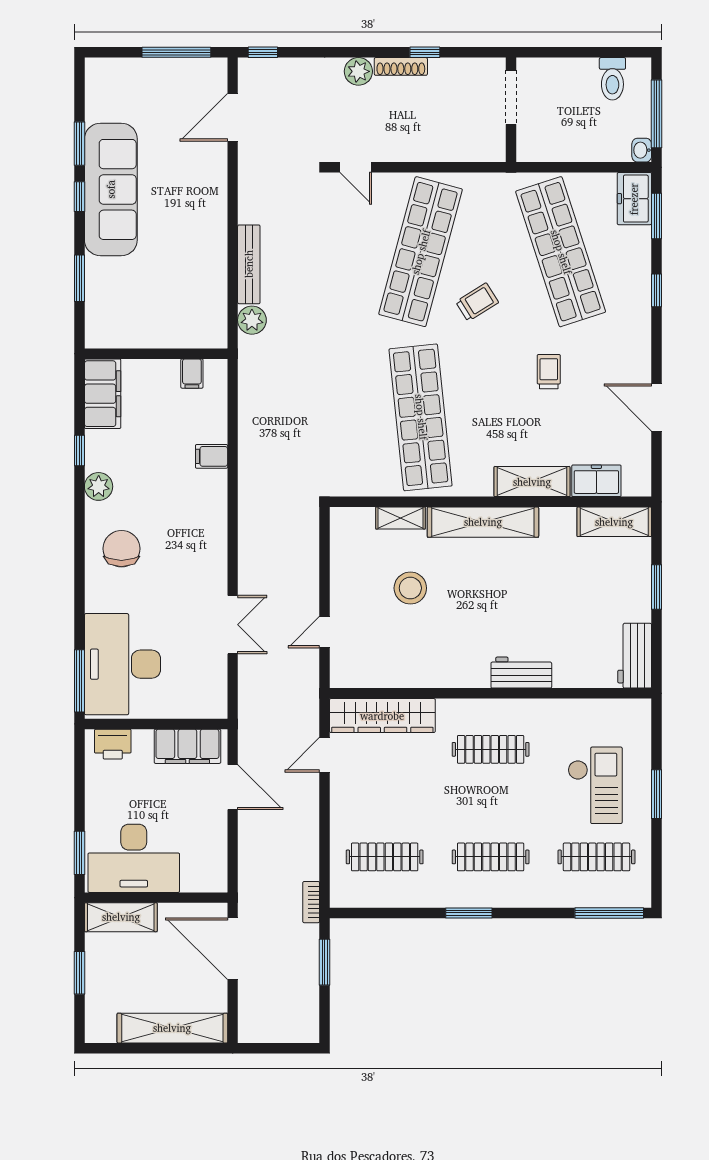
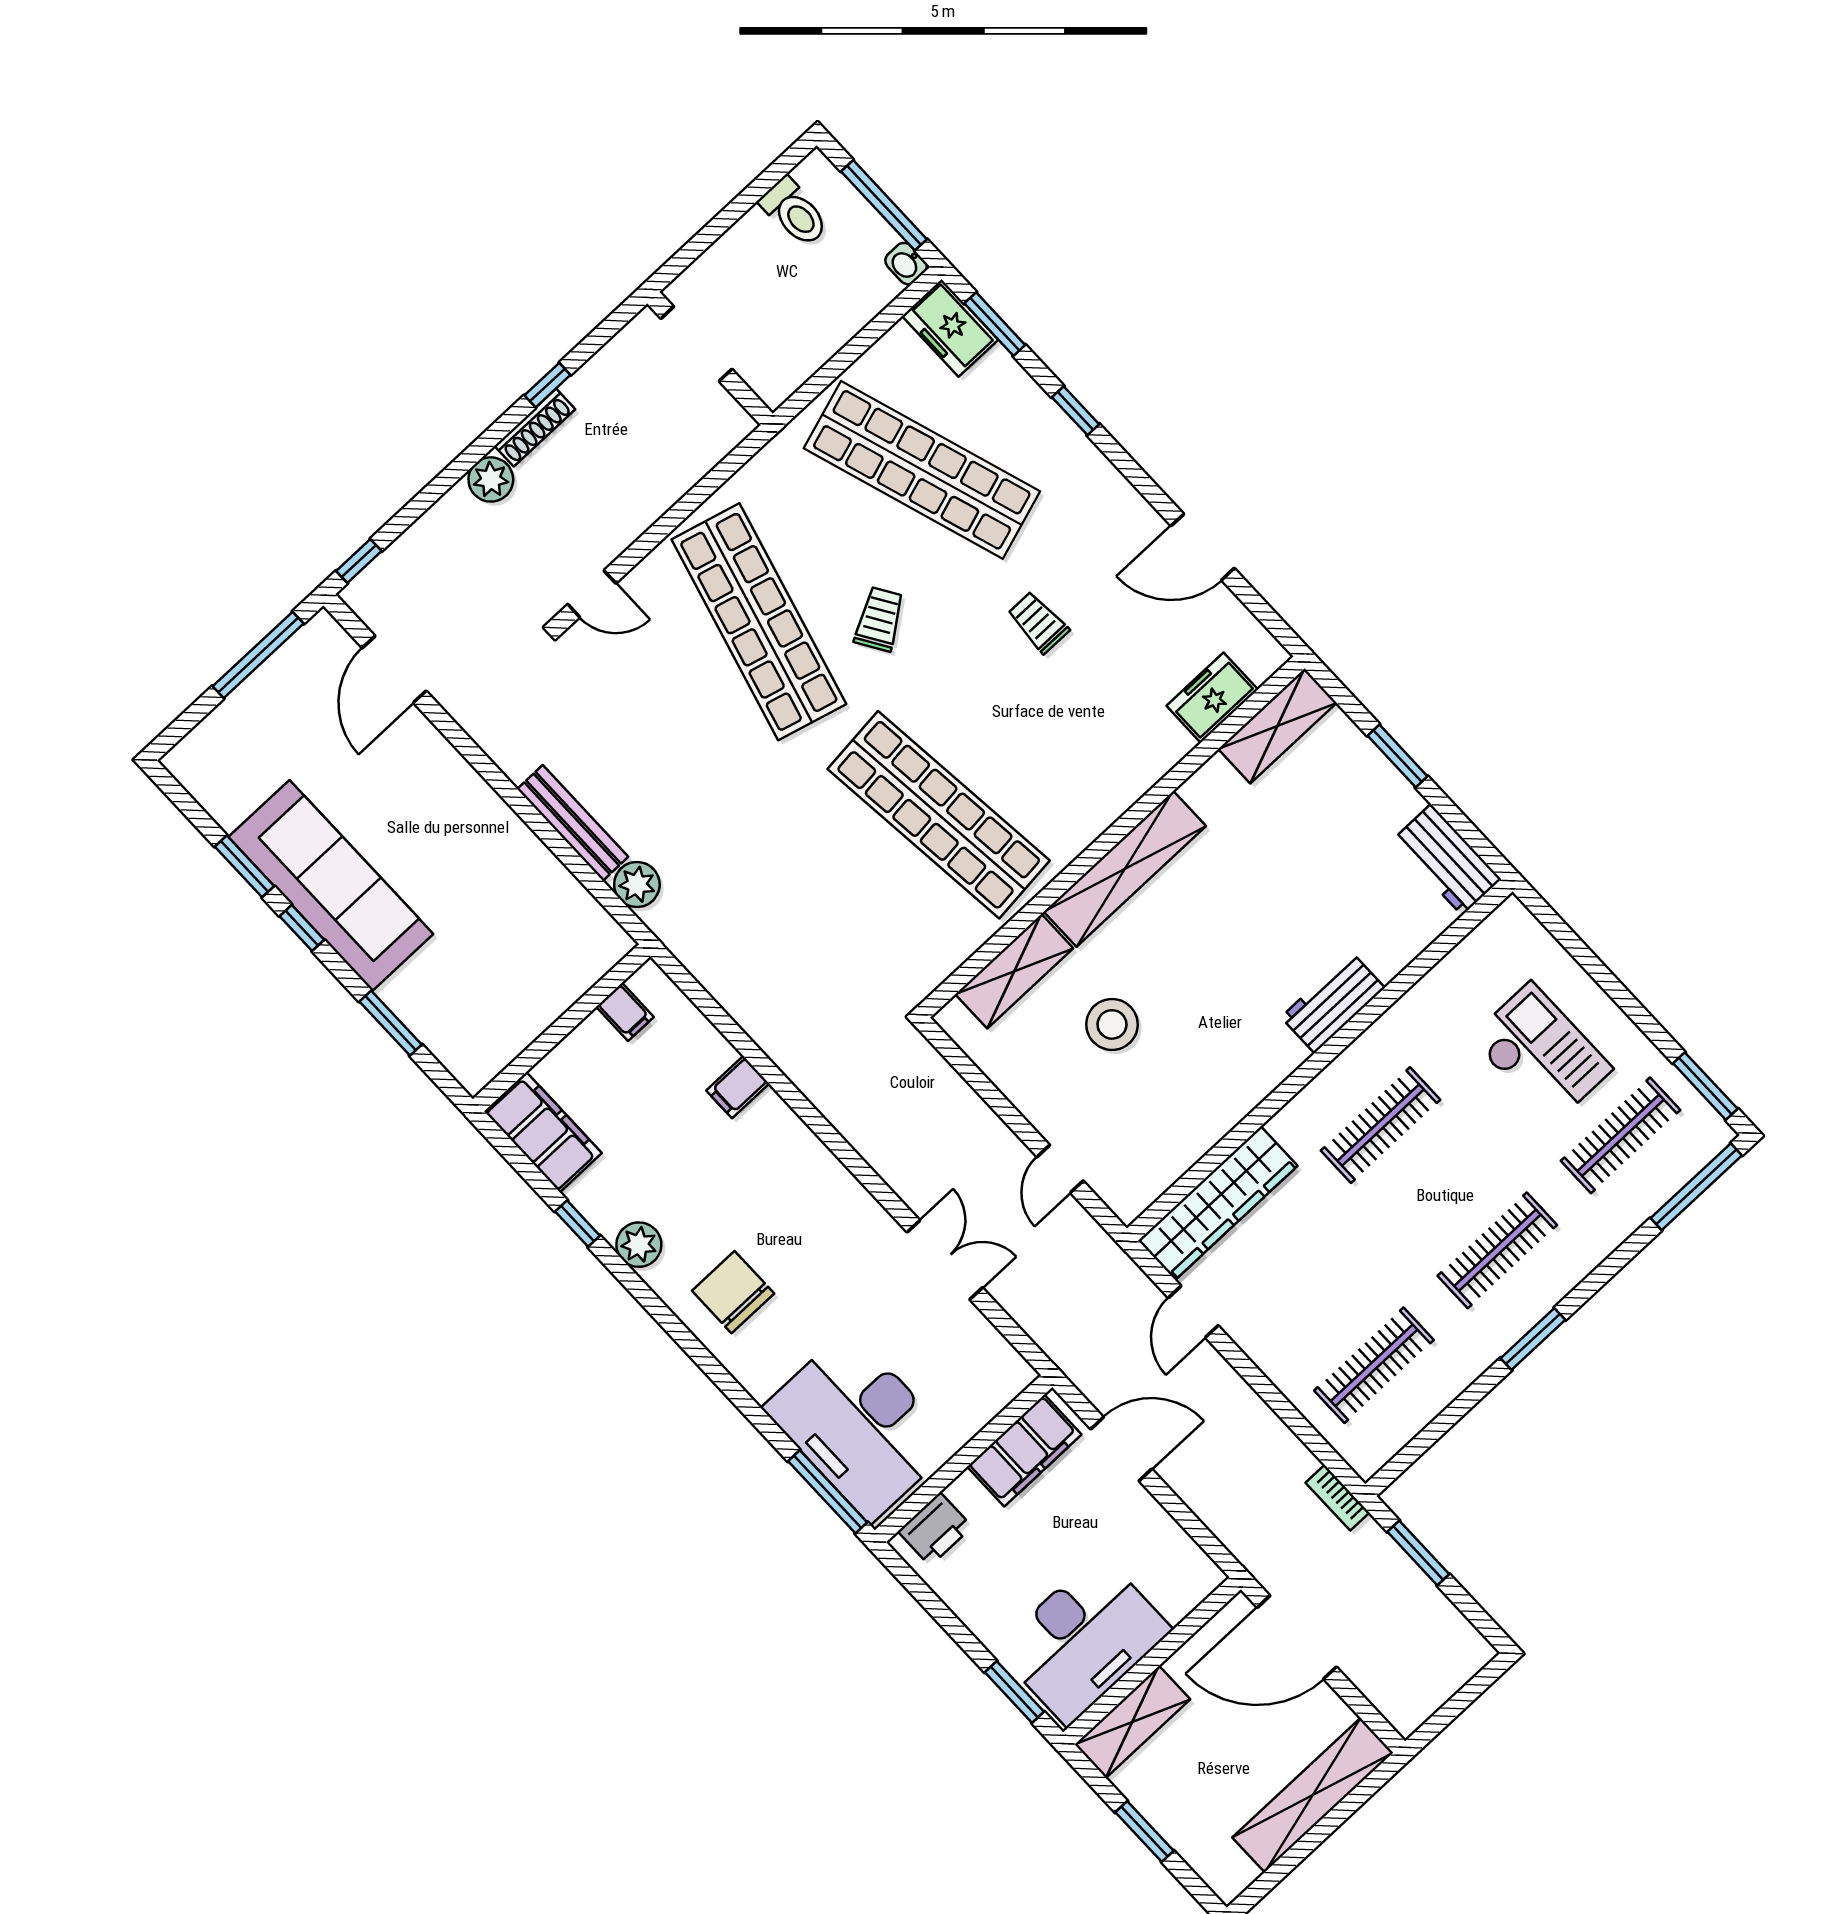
shelving: (532, 482) -> (1138, 768), removed
shelving: (401, 518) -> (1014, 971), width x1.50, depth x1.33
window: (657, 794) -> (1705, 1086), moved

